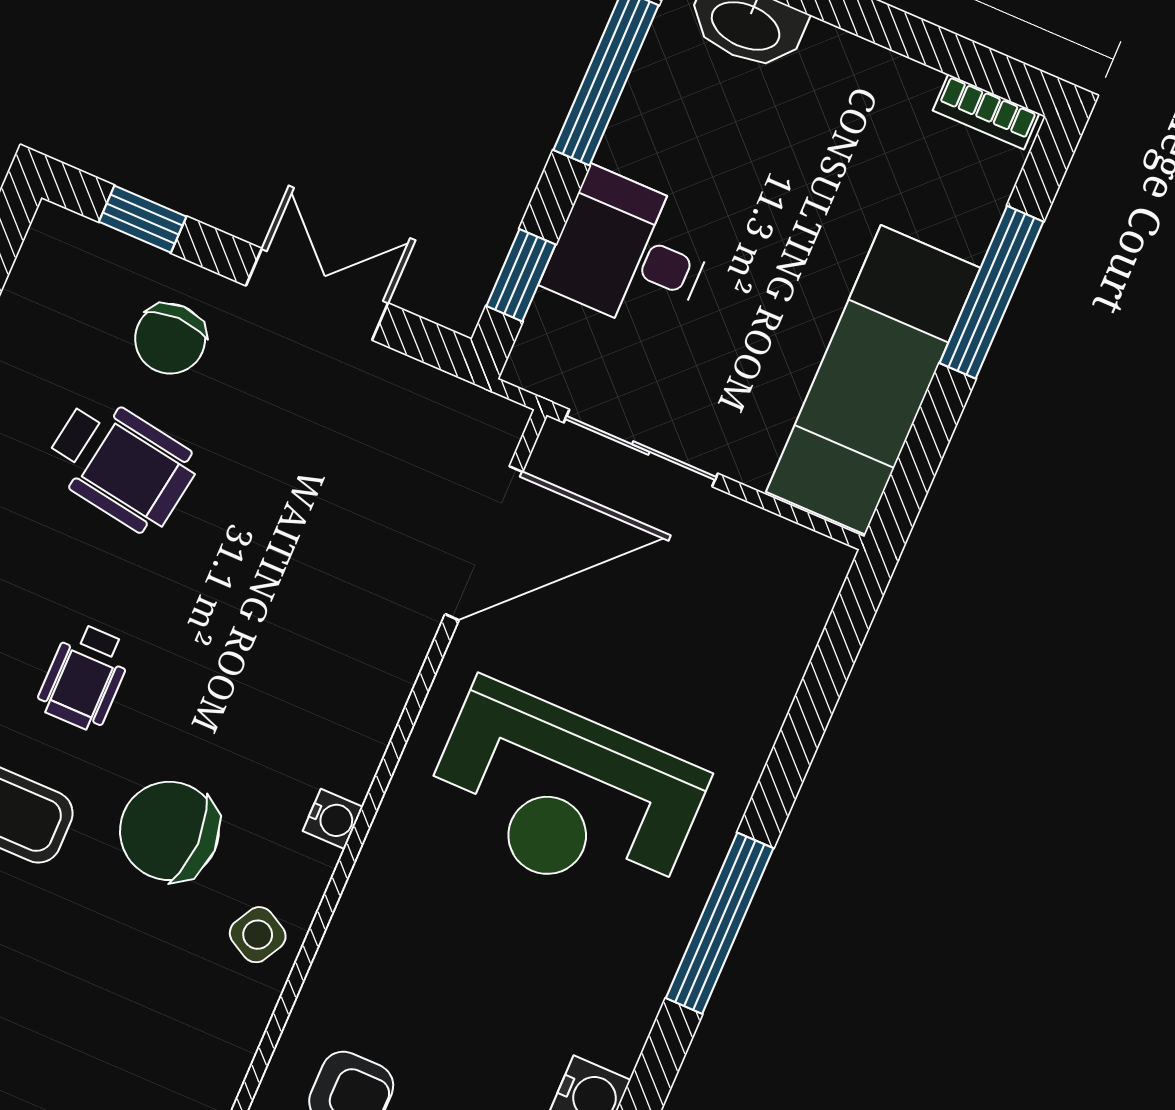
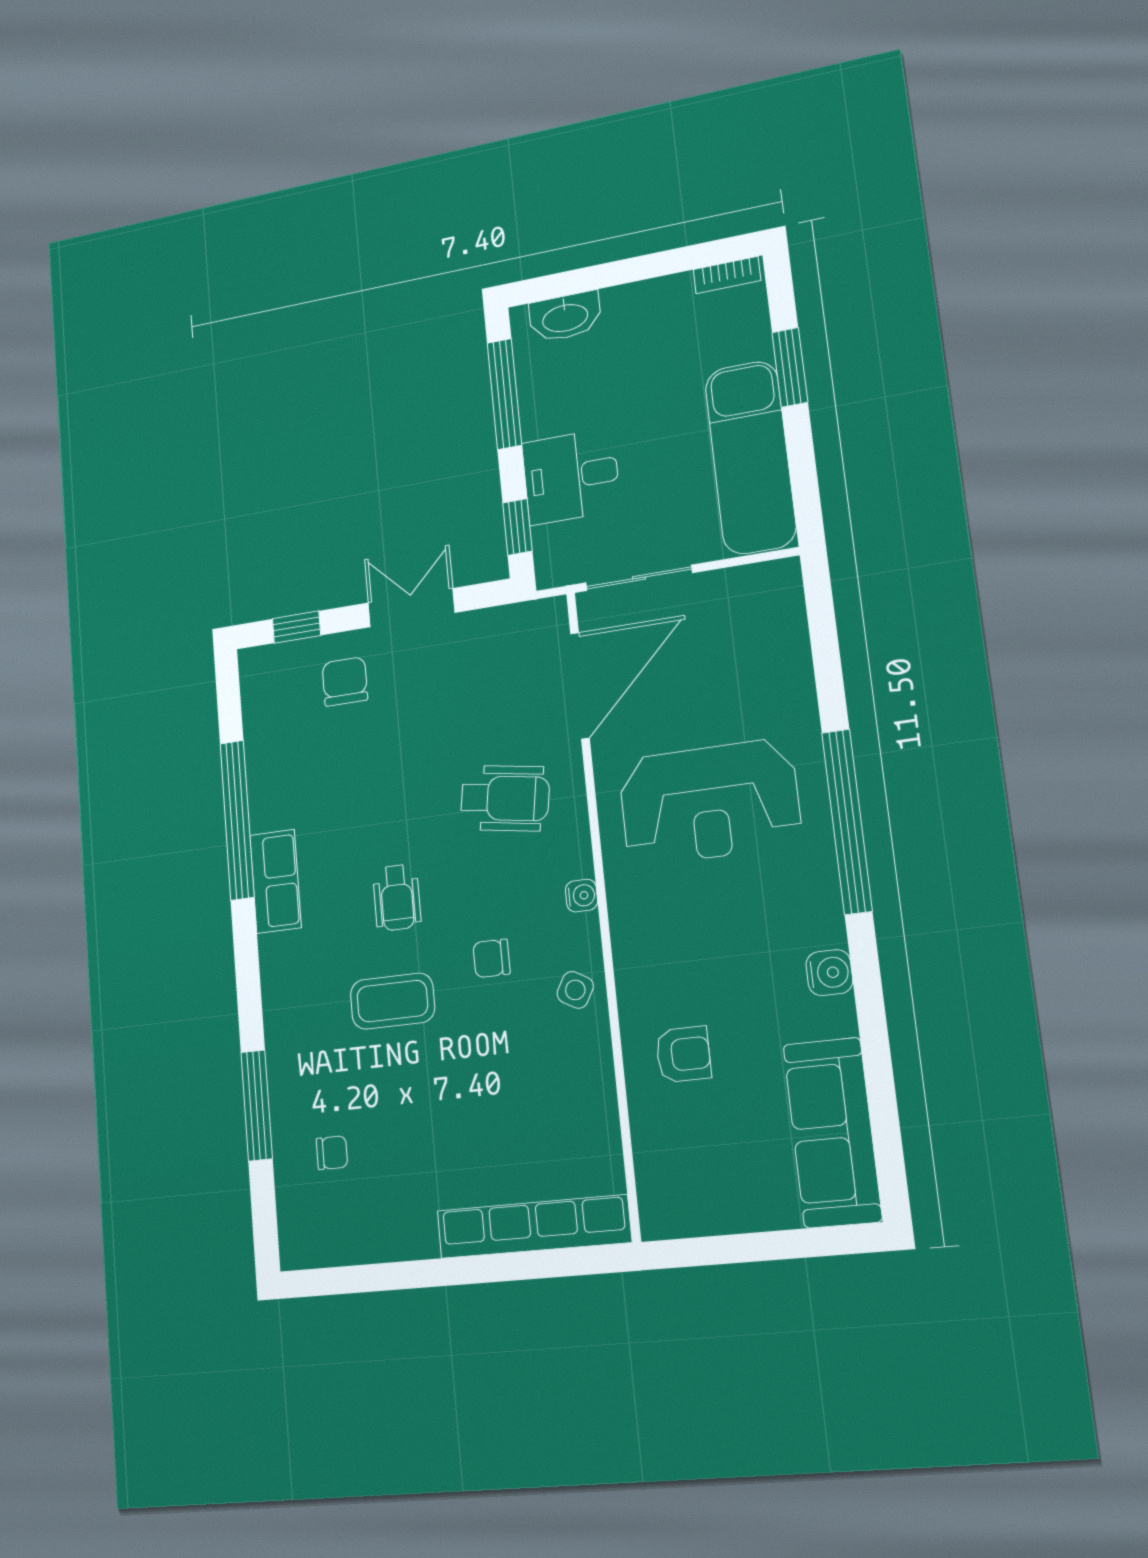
window: (991, 292) -> (790, 367), width x0.69
chair: (170, 339) -> (345, 681), turned 180
wheelchair: (121, 464) -> (505, 798), moved
chair: (169, 831) -> (491, 958), width x0.54, depth x0.54
window: (720, 923) -> (847, 821), width x1.46

